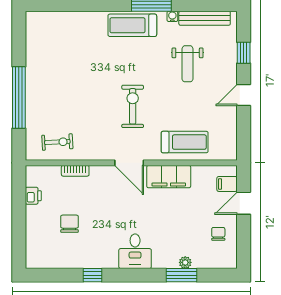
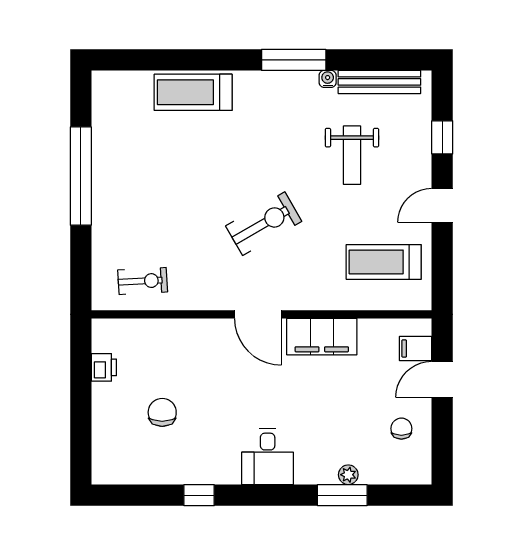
treadmill: (132, 25) -> (193, 92), moved
window: (19, 98) -> (81, 176), moved
exercise bike: (133, 106) -> (264, 224), turned 60
treadmill: (185, 142) -> (384, 262), moved, turned 180
bookcase: (75, 171) -> (171, 327), removed

